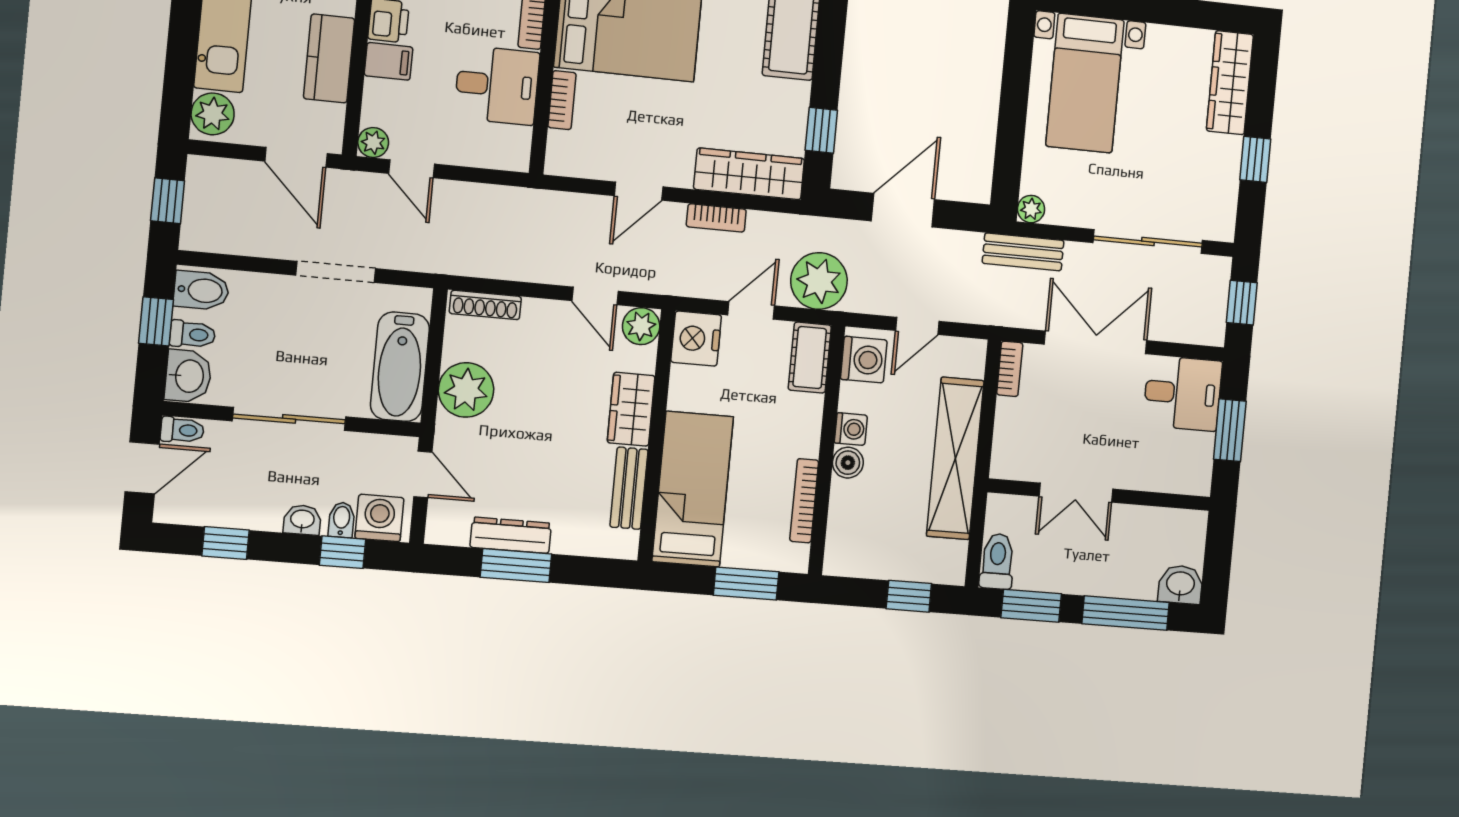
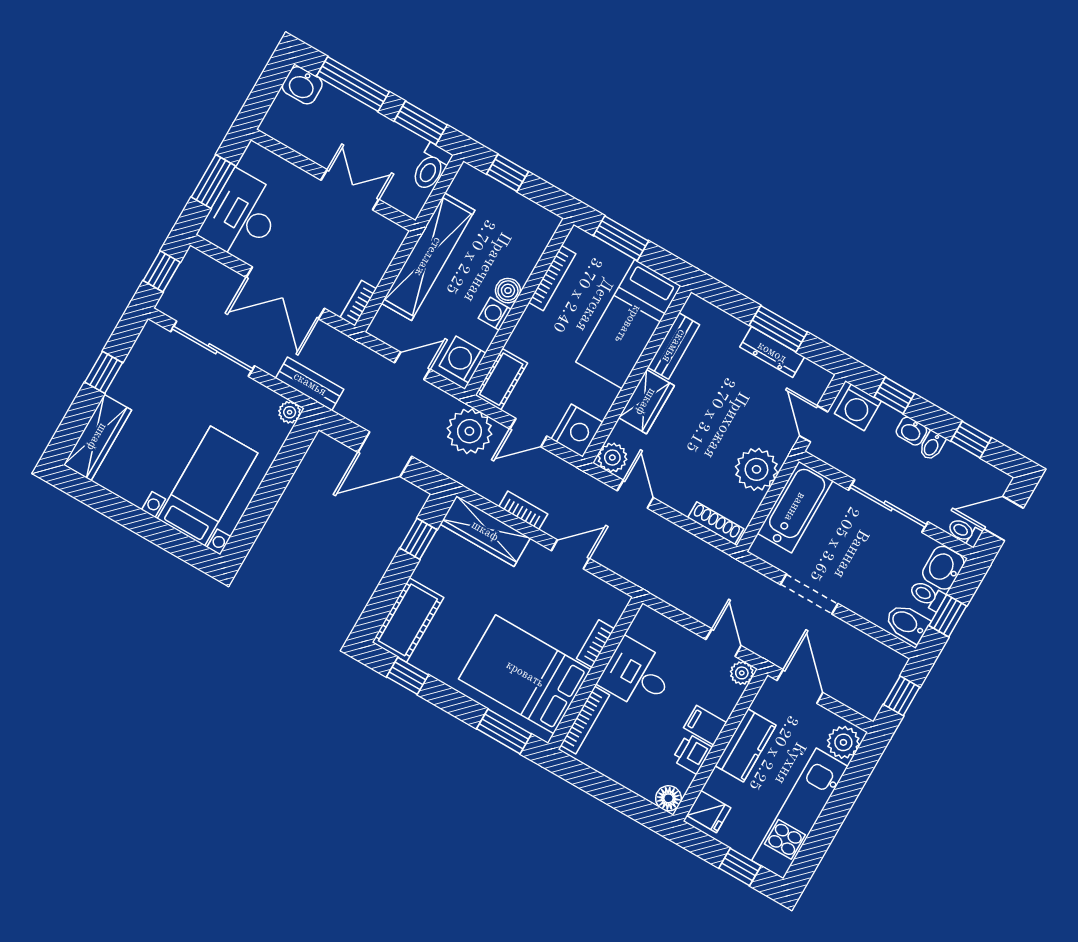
desk: (1183, 393) -> (242, 216), width x1.37
bidet: (341, 520) -> (932, 446), moved

